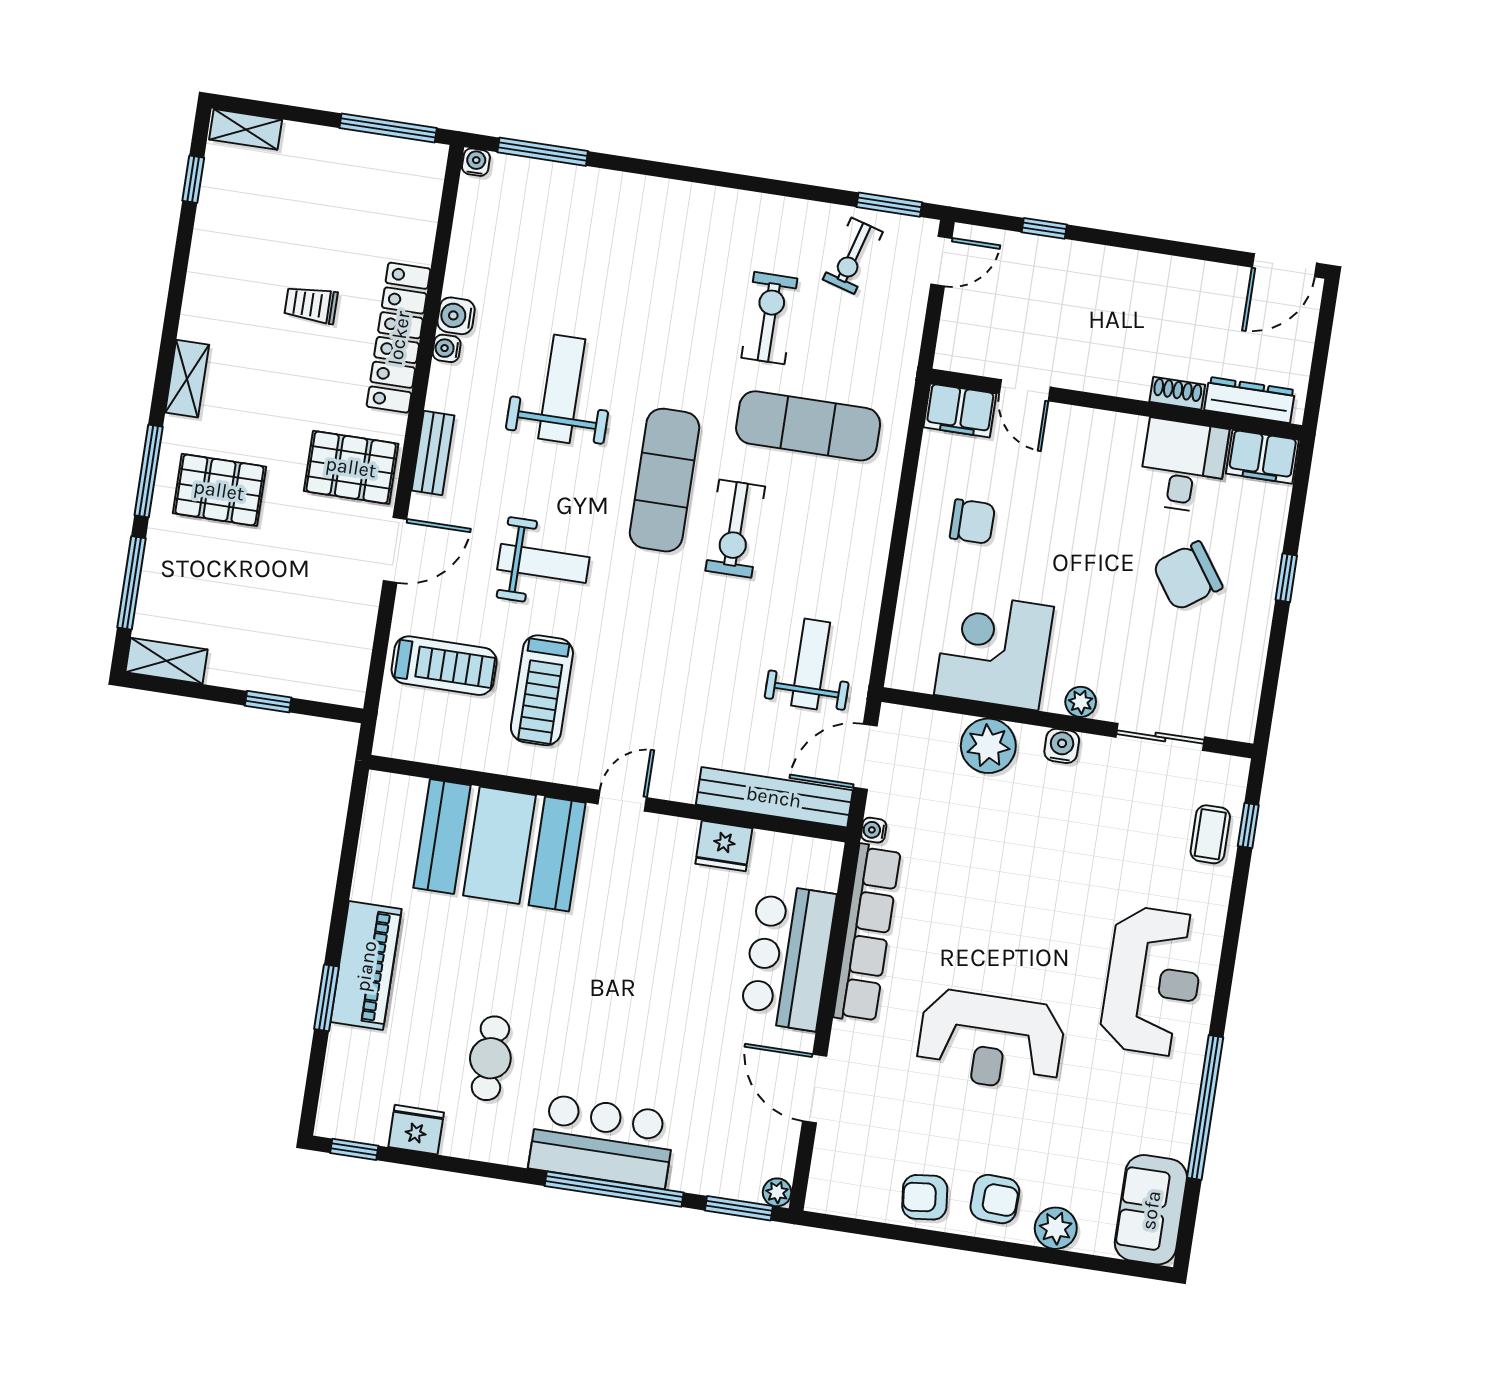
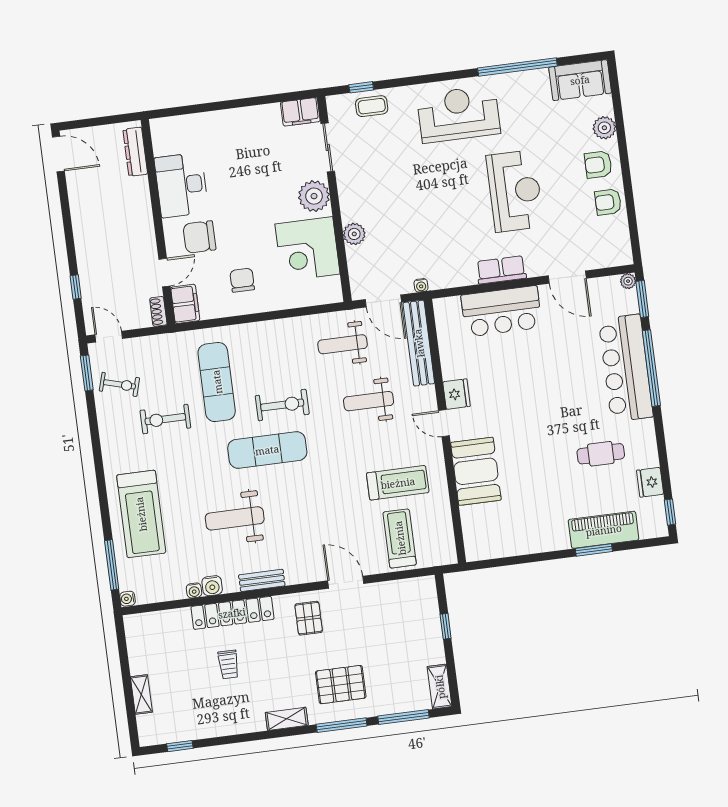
window: (388, 128) -> (123, 650), removed
shelving: (246, 129) -> (141, 694), moved
treadmill: (616, 229) -> (141, 514), added
water cooler: (447, 348) -> (194, 590), moved
shoe rack: (1177, 393) -> (158, 311), moved
bench: (433, 453) -> (262, 580), moved
filing cabinet: (1262, 457) -> (300, 112), moved, turned 90
desk: (1183, 466) -> (181, 185), width x1.37
pallet: (351, 467) -> (309, 618), width x0.67, depth x0.71
pallet: (219, 490) -> (341, 685), turned 90
weight bench: (543, 563) -> (369, 401), moved, turned -90
chair: (1188, 576) -> (199, 237), moved, turned 125
window: (1286, 578) -> (224, 105), removed
plant: (1081, 702) -> (314, 196), width x1.87, depth x1.87
plant: (988, 746) -> (354, 234), width x0.73, depth x0.73
water cooler: (1062, 746) -> (348, 199), removed
booth: (500, 845) -> (476, 471), width x0.73, depth x0.70
fridge: (724, 846) -> (457, 394), moved
row of seats: (867, 933) -> (501, 270), width x0.50
piano: (366, 966) -> (604, 530), moved
door: (815, 1089) -> (567, 277), hinge flipped
bar counter: (602, 1141) -> (626, 368), width x1.36
armchair: (925, 1197) -> (608, 202), turned 96
armchair: (995, 1199) -> (598, 165), turned -92

